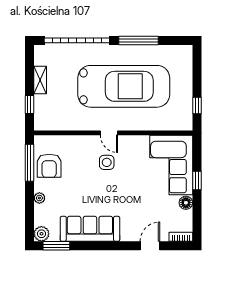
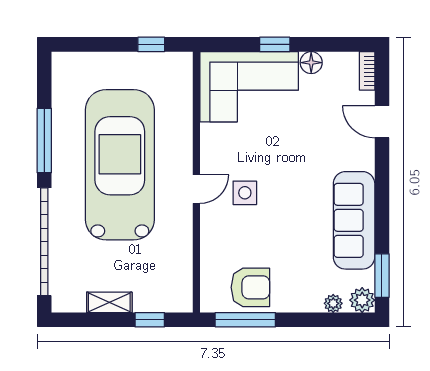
plant: (39, 198) -> (333, 303), moved

